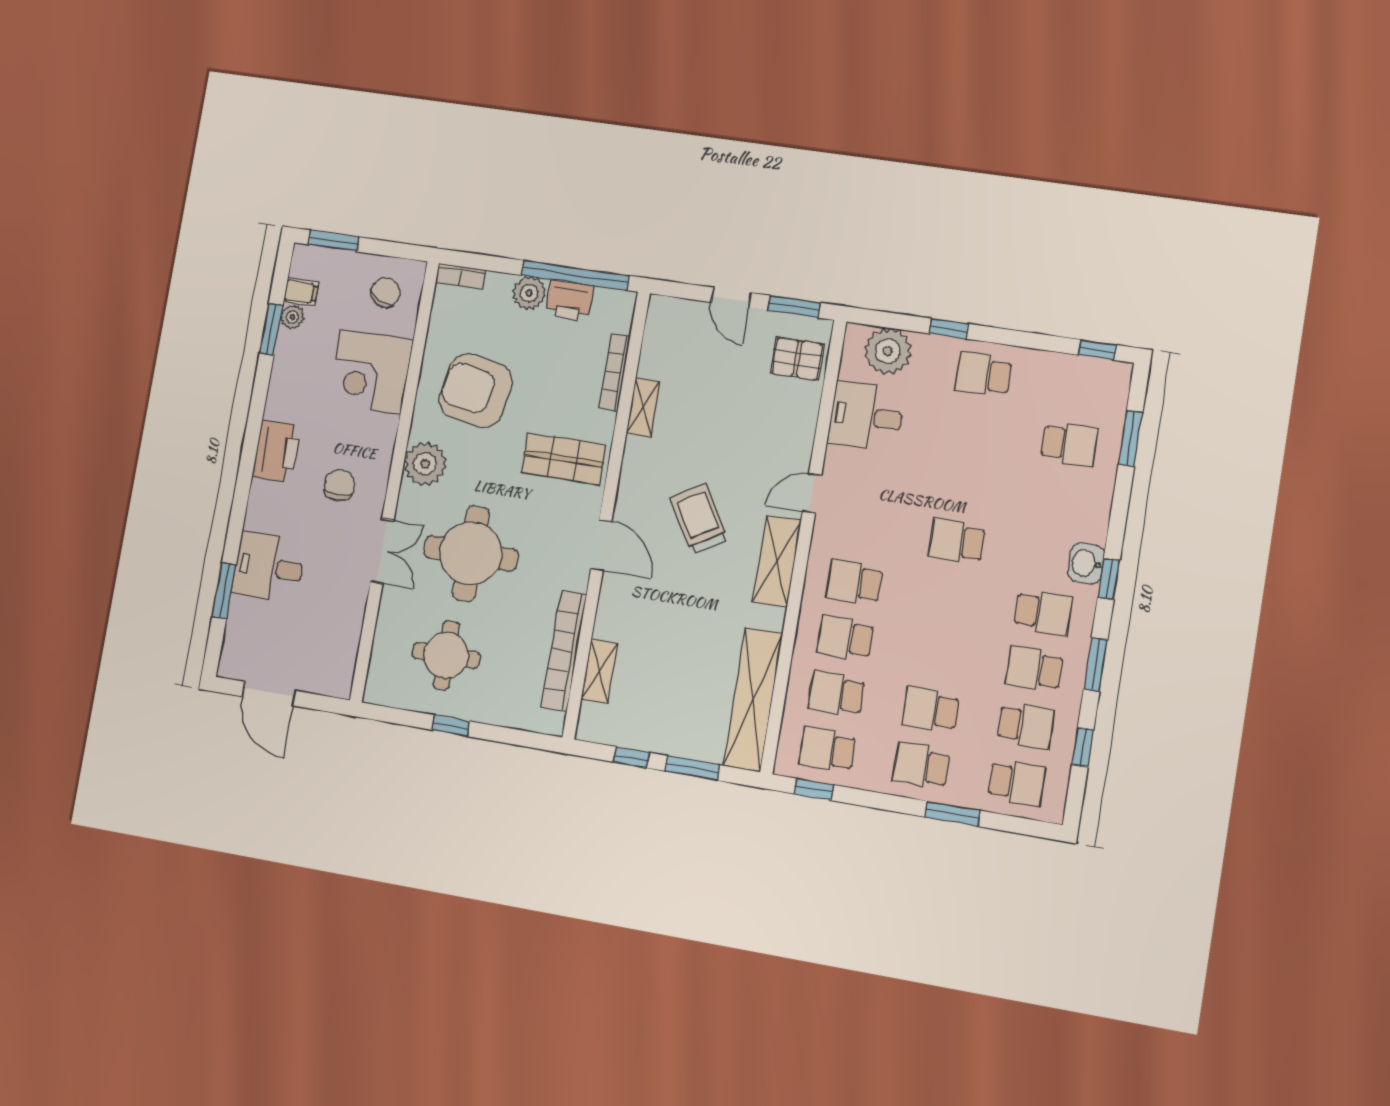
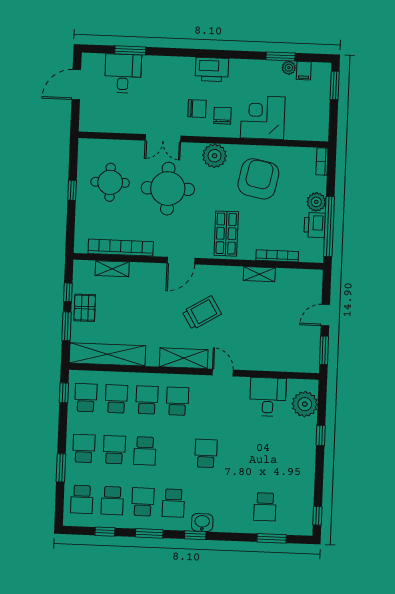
chair: (385, 293) -> (222, 116), moved, turned -118
pallet: (797, 359) -> (85, 308), moved
school desk: (984, 375) -> (145, 451), moved, turned 180
desk: (269, 567) -> (123, 73), moved

